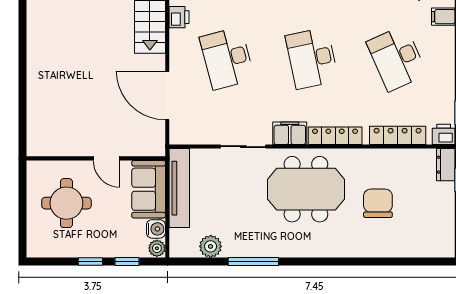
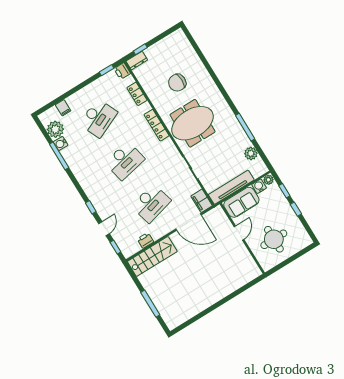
door: (167, 95) -> (188, 222), hinge flipped
filing cabinet: (290, 133) -> (202, 201), moved
locker: (398, 135) -> (137, 94), width x0.66
meeting table: (306, 189) -> (192, 123), turned 90

